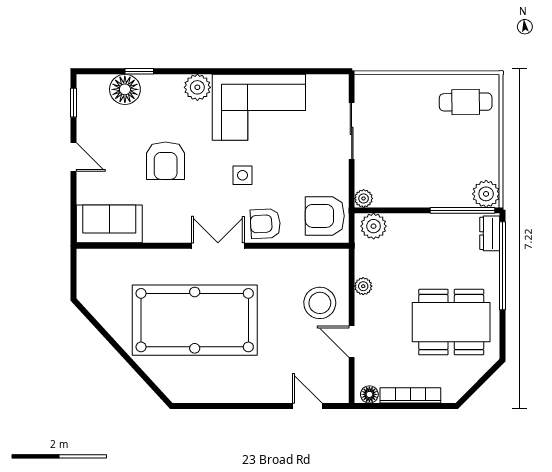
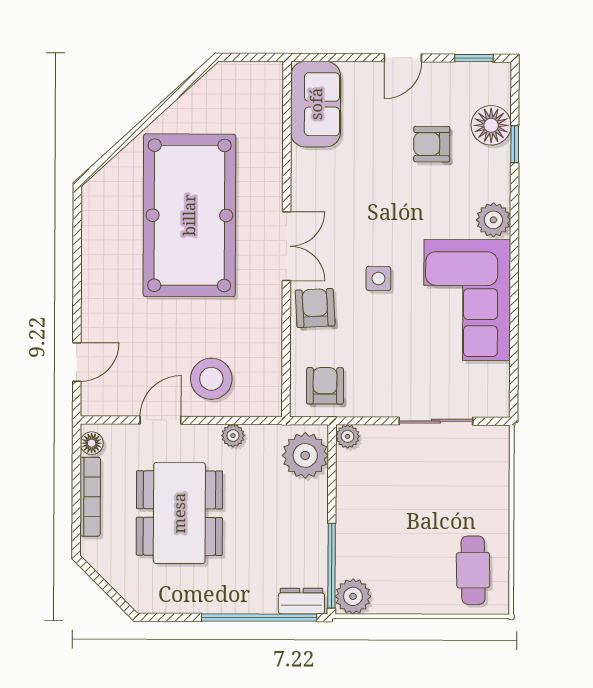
armchair: (166, 161) -> (432, 144), moved, width x0.72, depth x0.72
armchair: (325, 216) -> (325, 386), width x0.72, depth x0.72
plant: (374, 226) -> (305, 455), width x1.36, depth x1.36
dining table: (451, 322) -> (179, 513), moved

